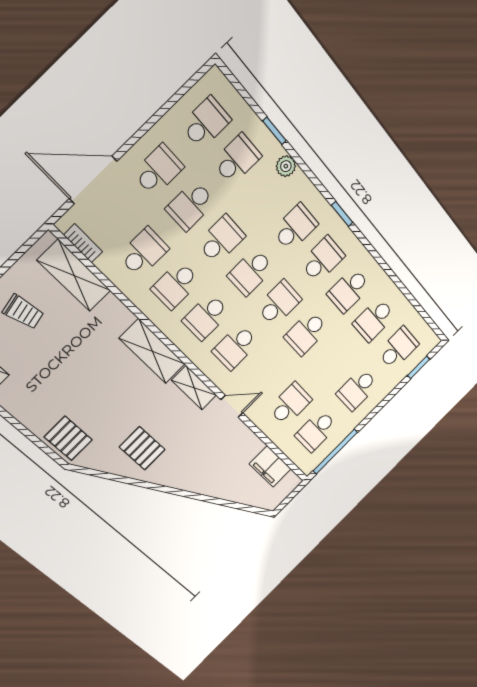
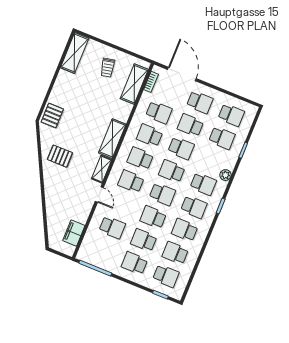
plant: (286, 166) -> (226, 175), moved
school desk: (316, 431) -> (144, 240), moved
pallet: (142, 448) -> (60, 156), turned 90

